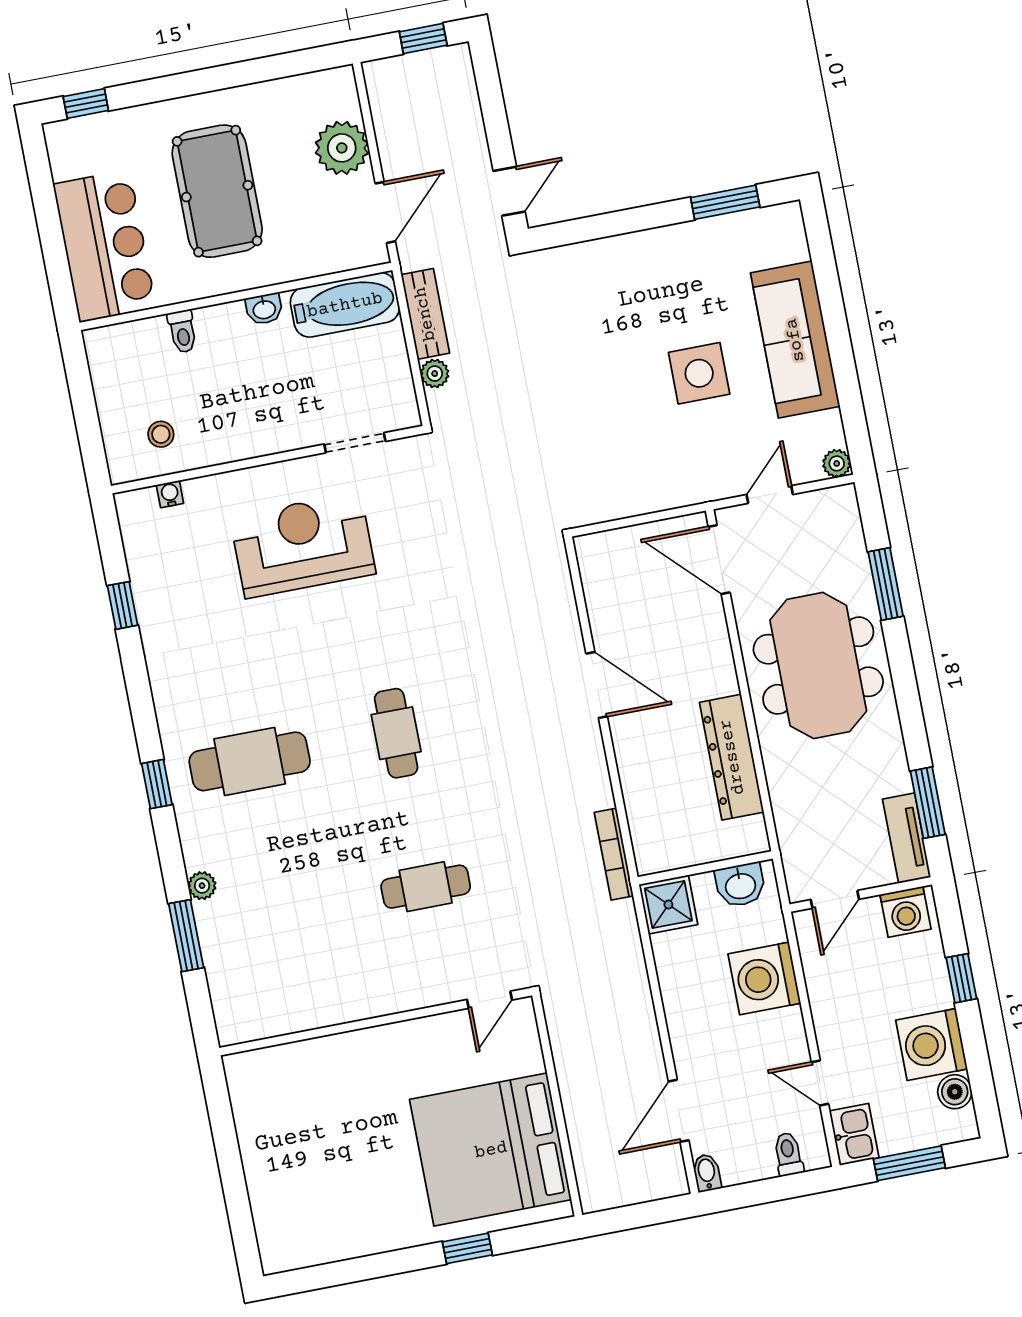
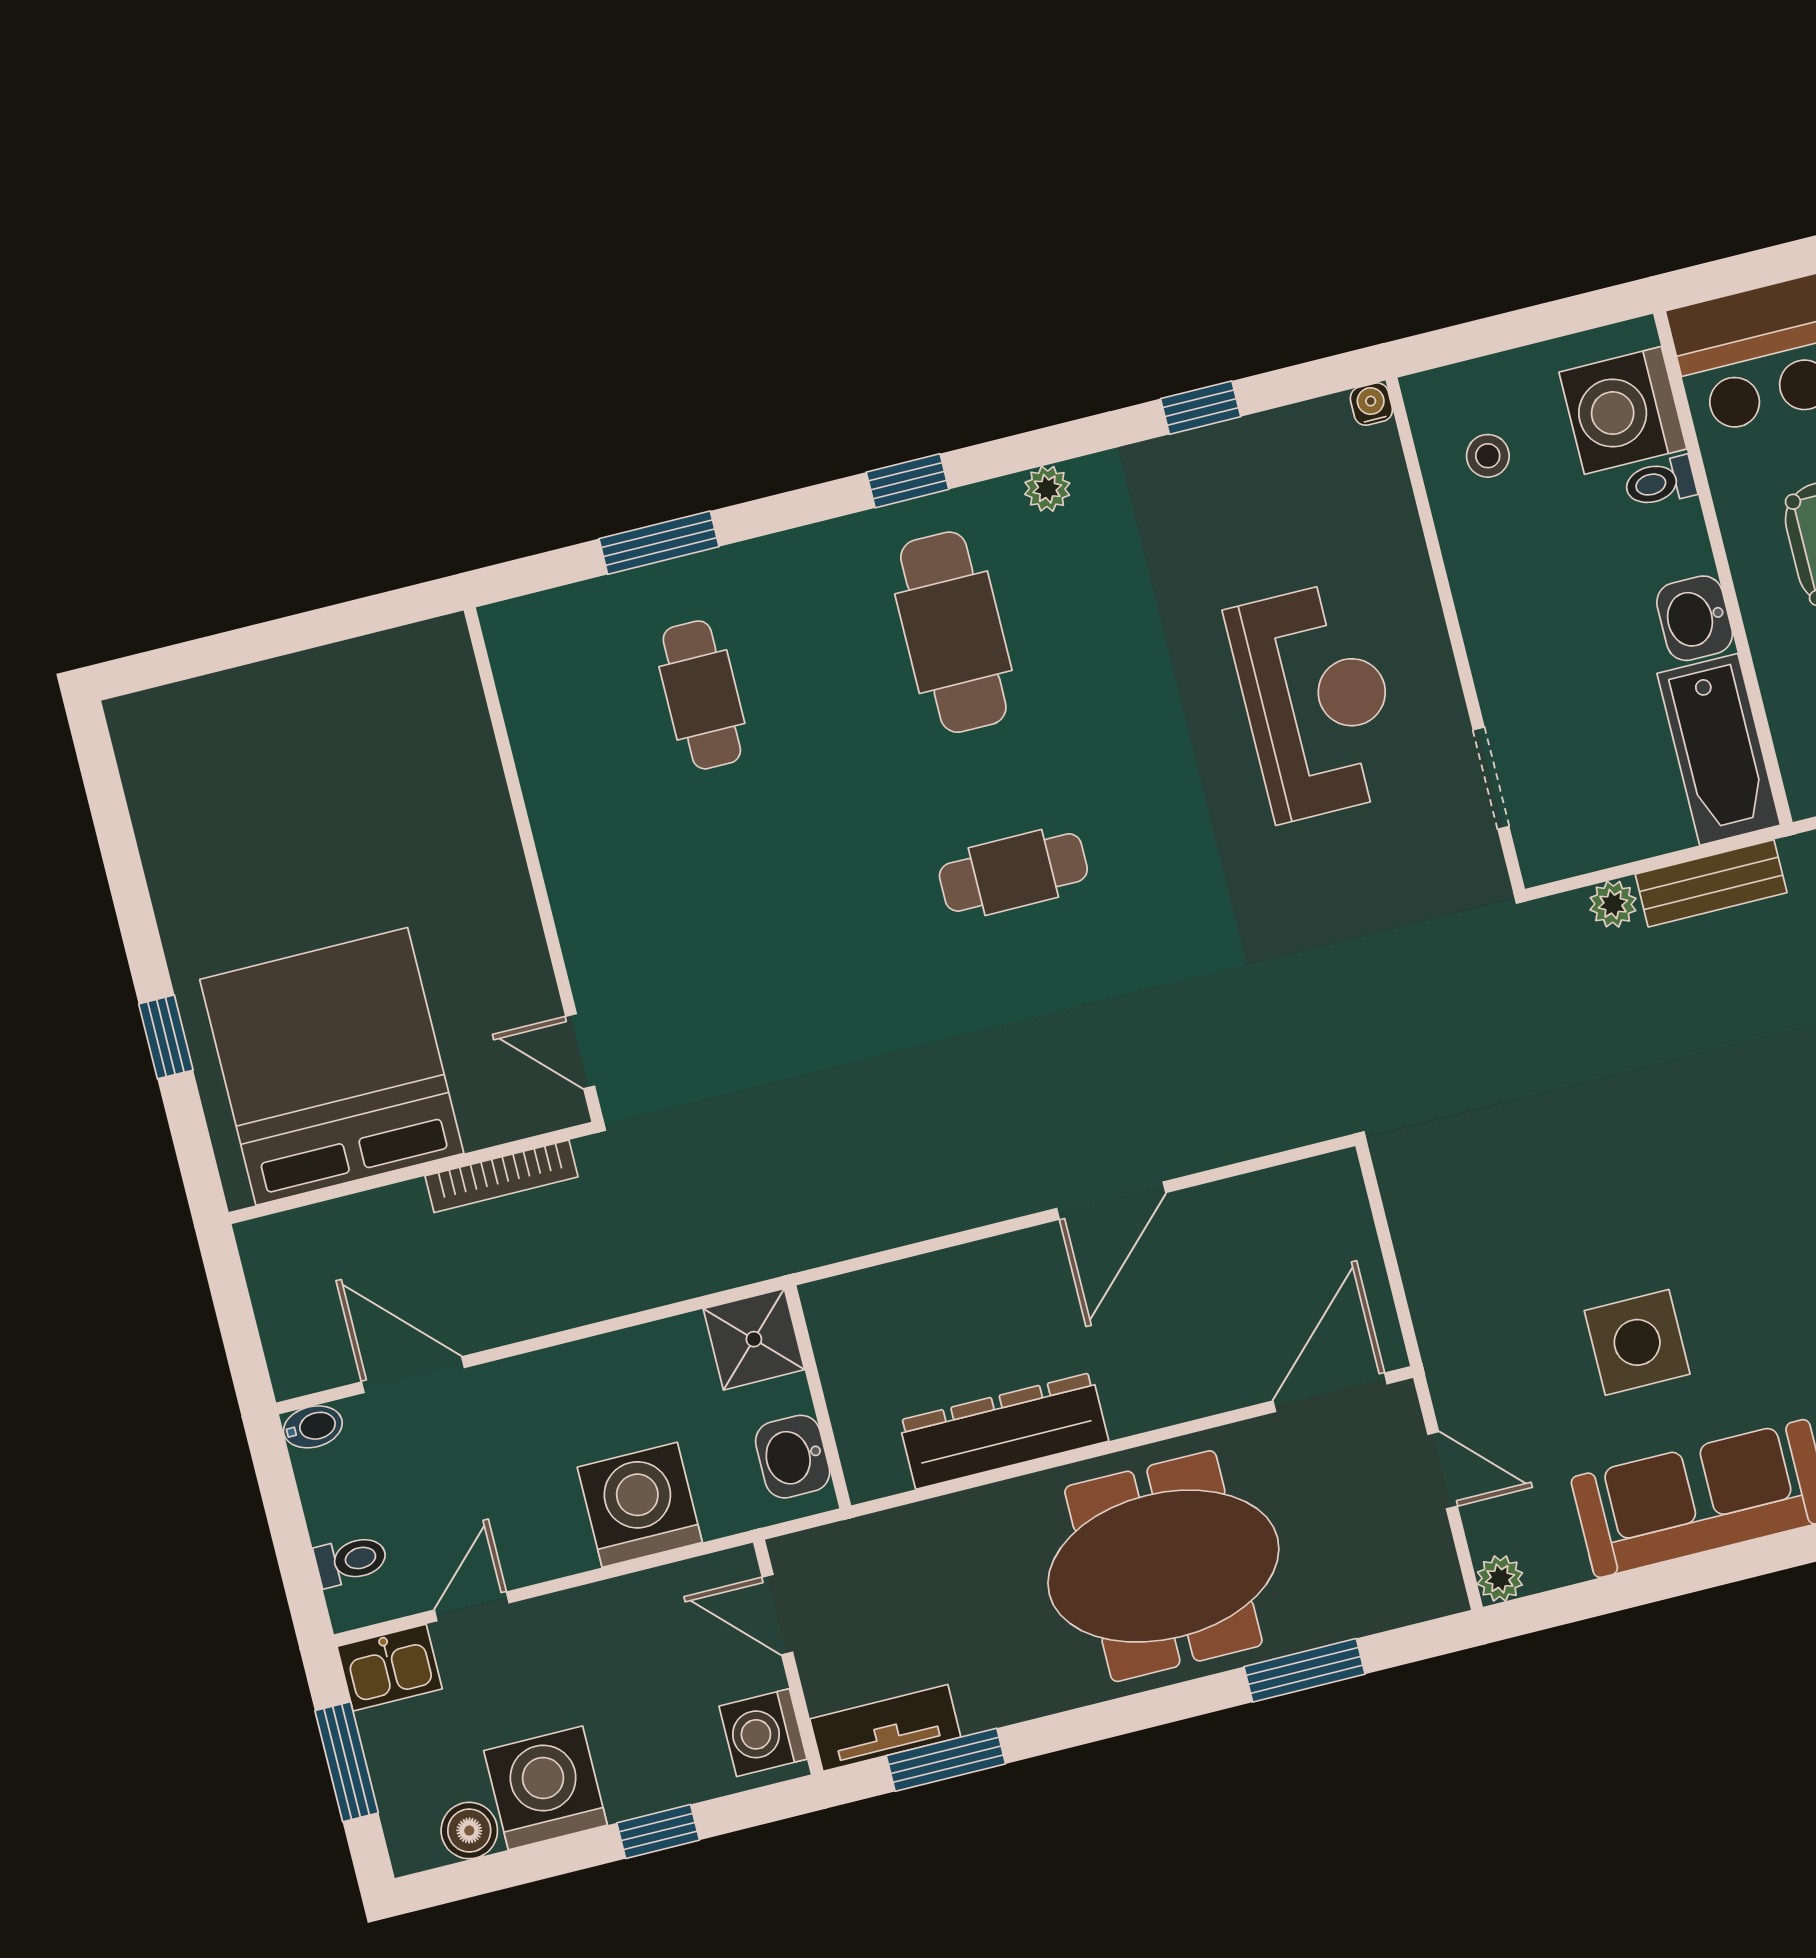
washbasin: (264, 309) -> (1695, 618), width x1.38, depth x1.45
washing machine: (138, 351) -> (1623, 410), added
water cooler: (170, 494) -> (1371, 404), moved, turned -90
bookcase: (614, 854) -> (501, 1176), moved, turned 180
plant: (202, 886) -> (1047, 489), moved
cafe table: (426, 887) -> (702, 695), moved

